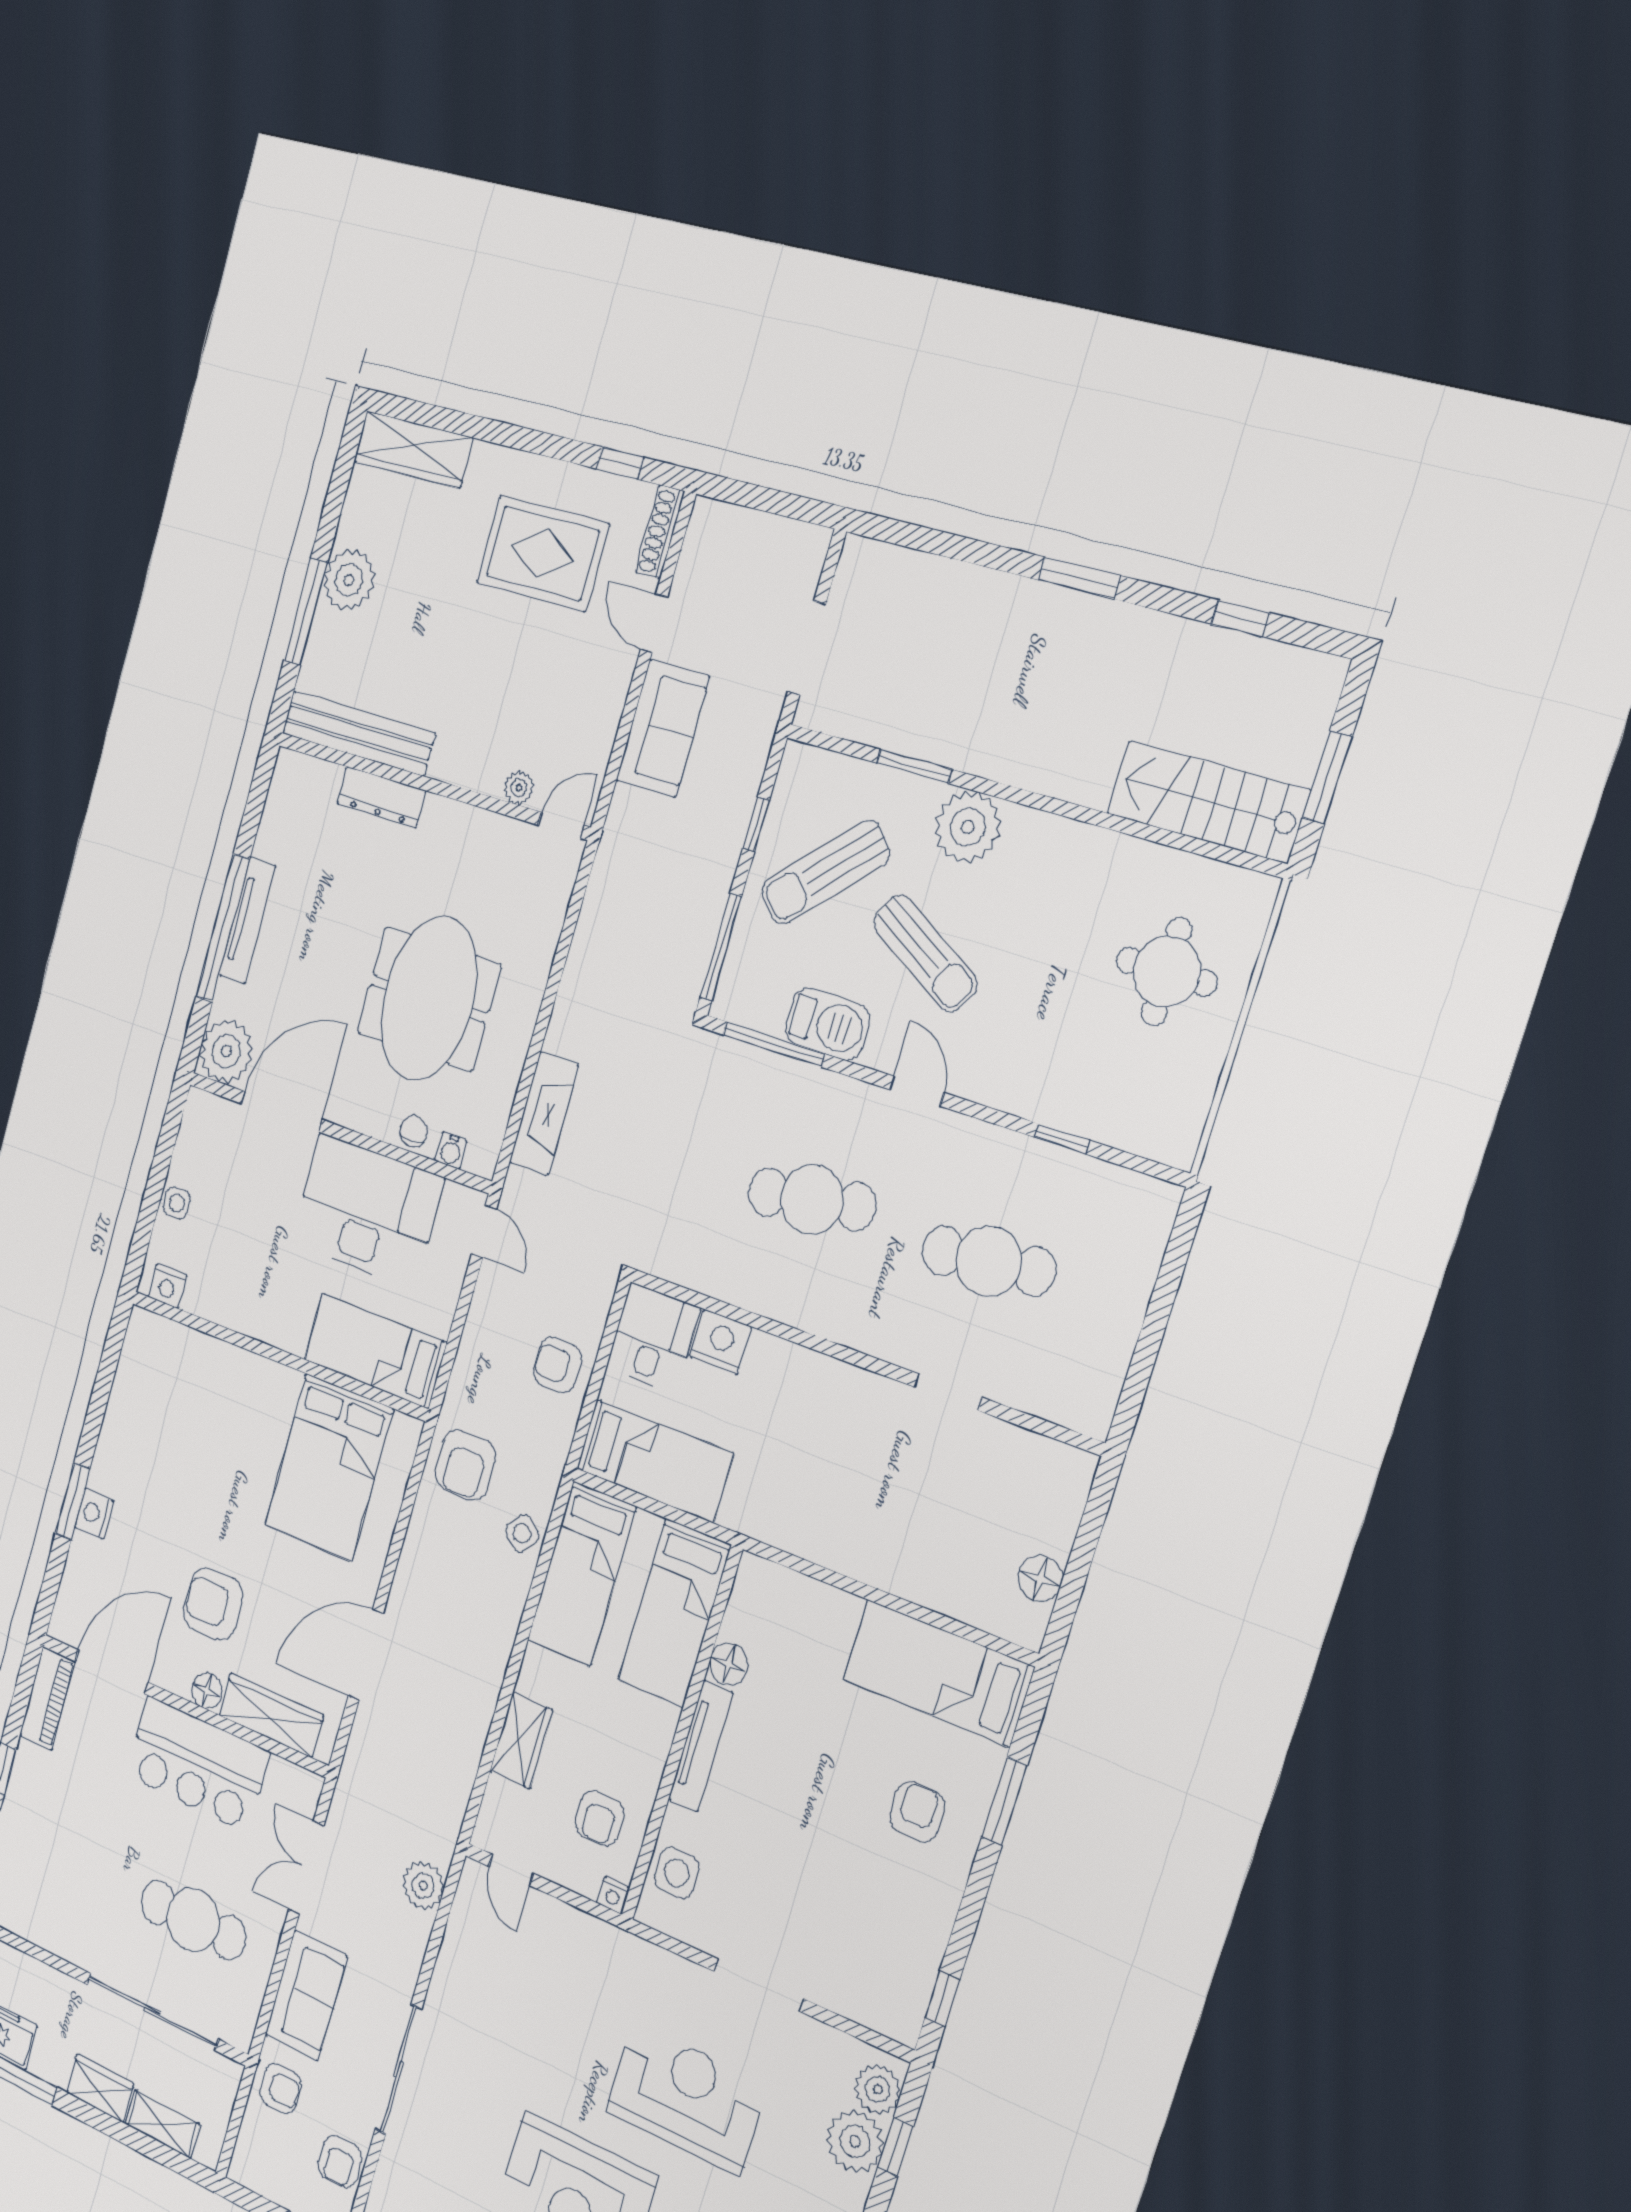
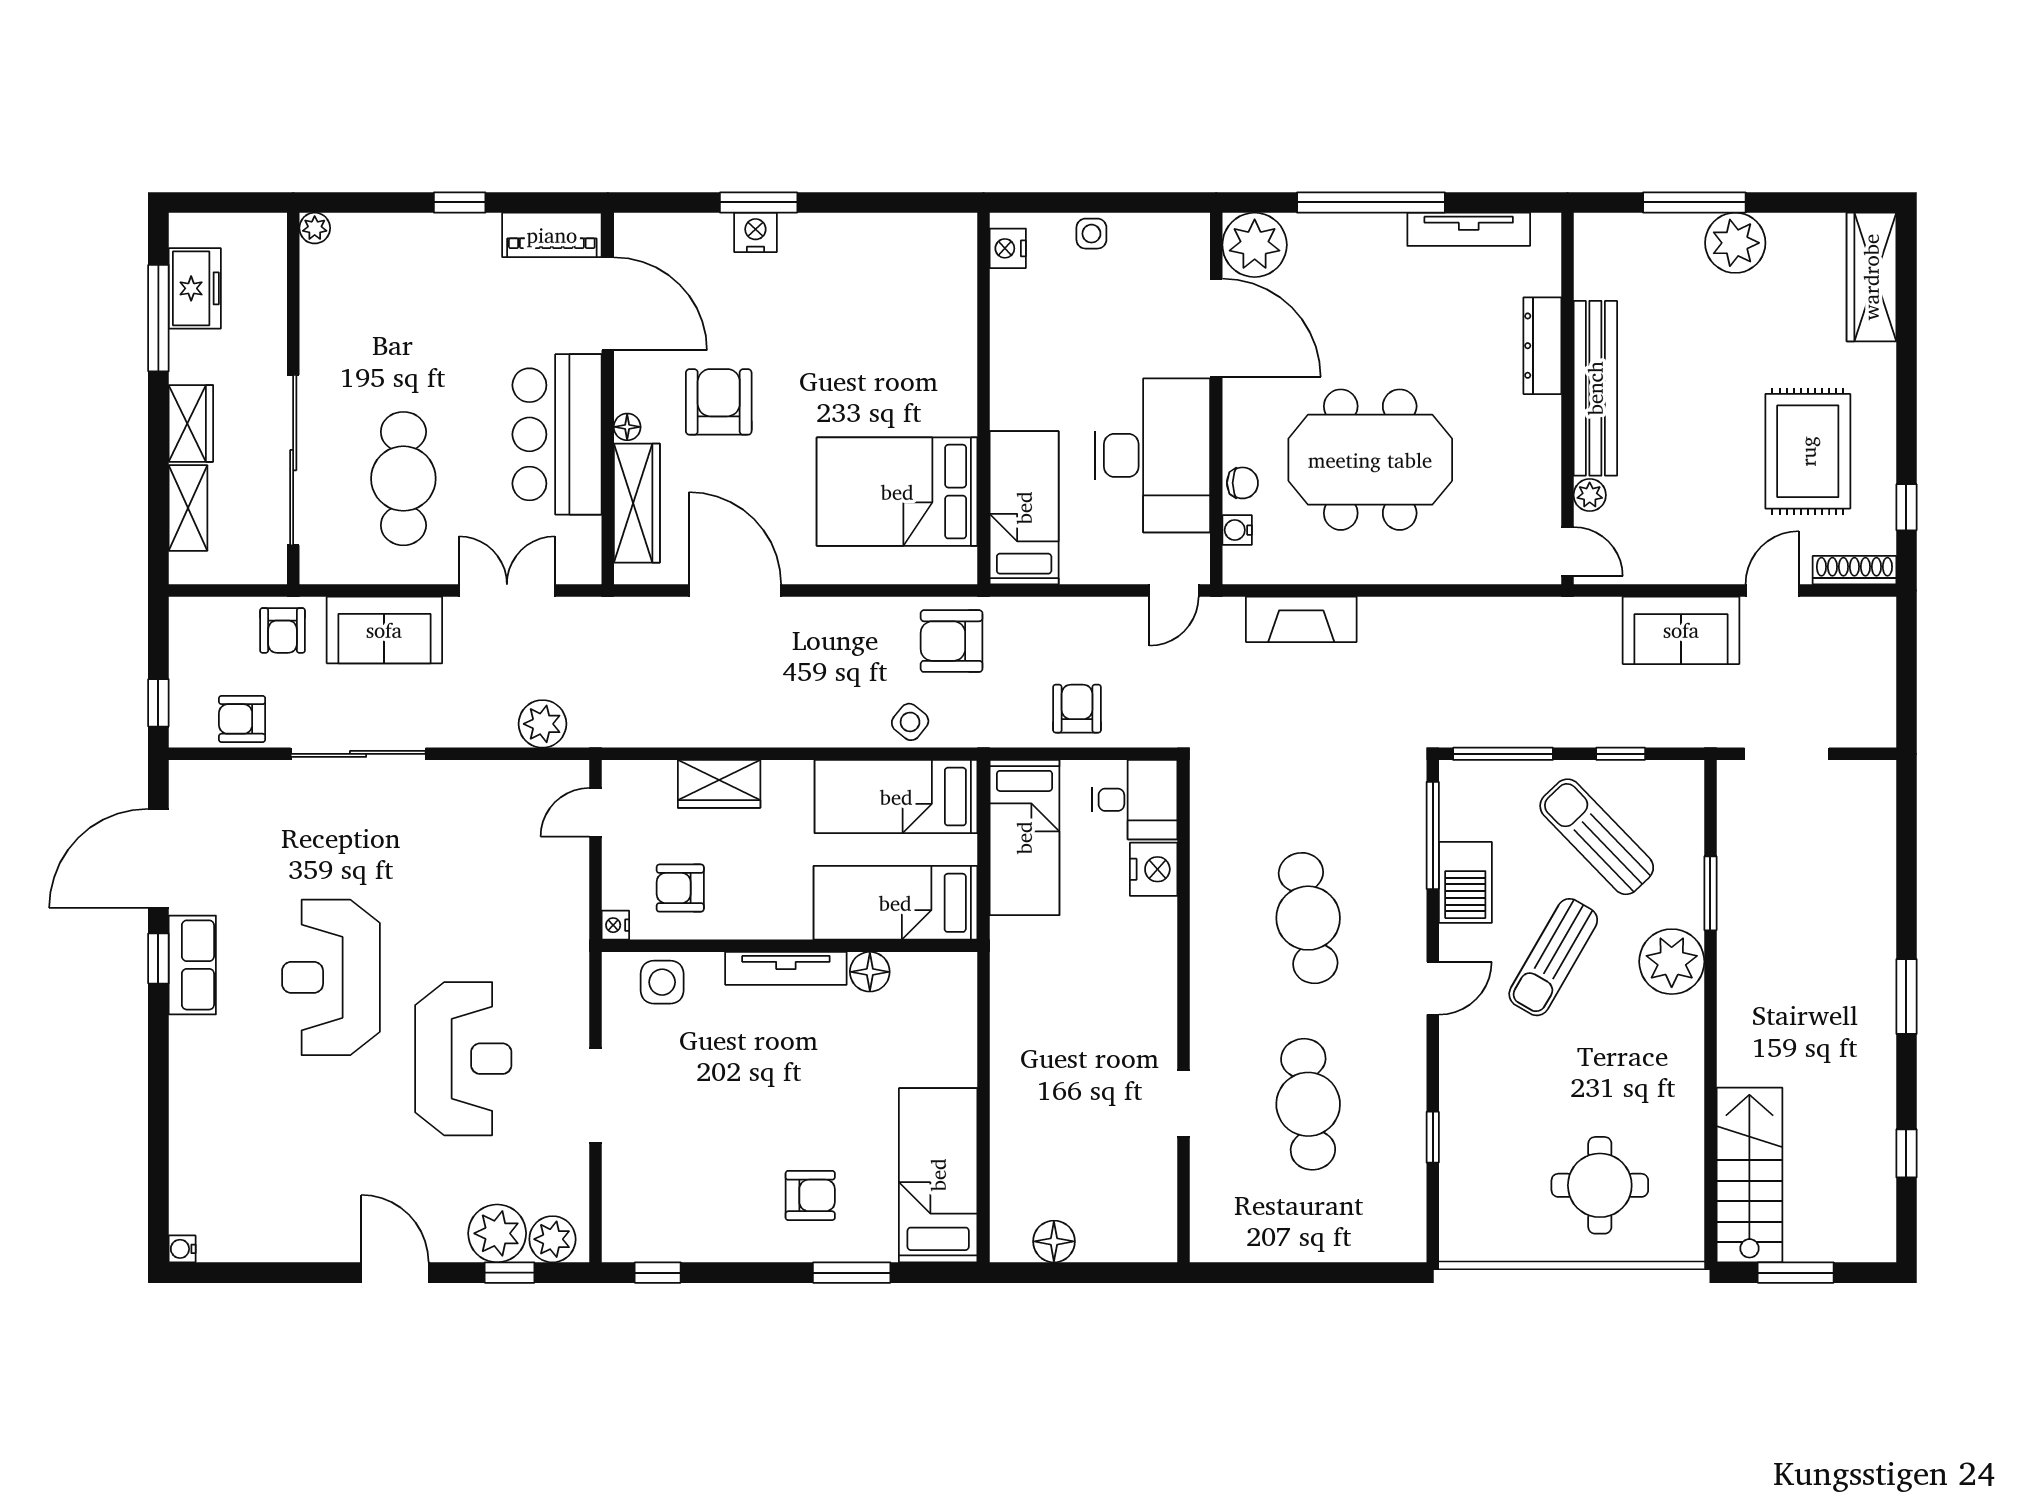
bench: (358, 733) -> (1595, 388), moved
tv unit: (247, 921) -> (1469, 229), moved
floor lamp: (207, 1691) -> (627, 427), width x0.73, depth x0.73

